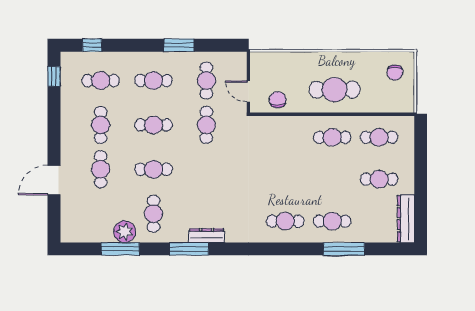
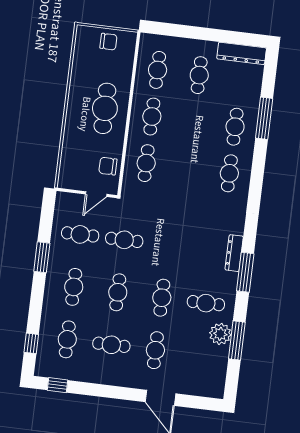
chair: (395, 73) -> (109, 42), moved
cafe table: (285, 137) -> (146, 163), added
cafe table: (101, 169) -> (155, 350), turned 90

